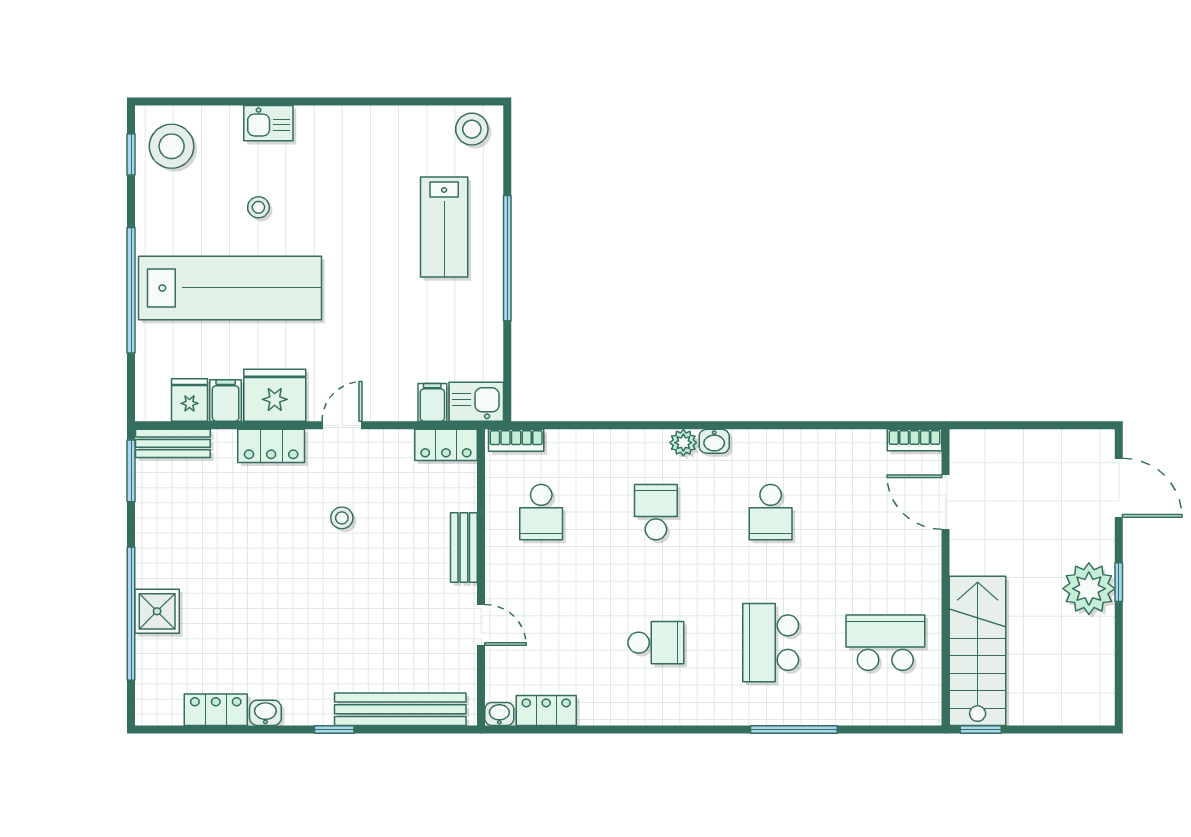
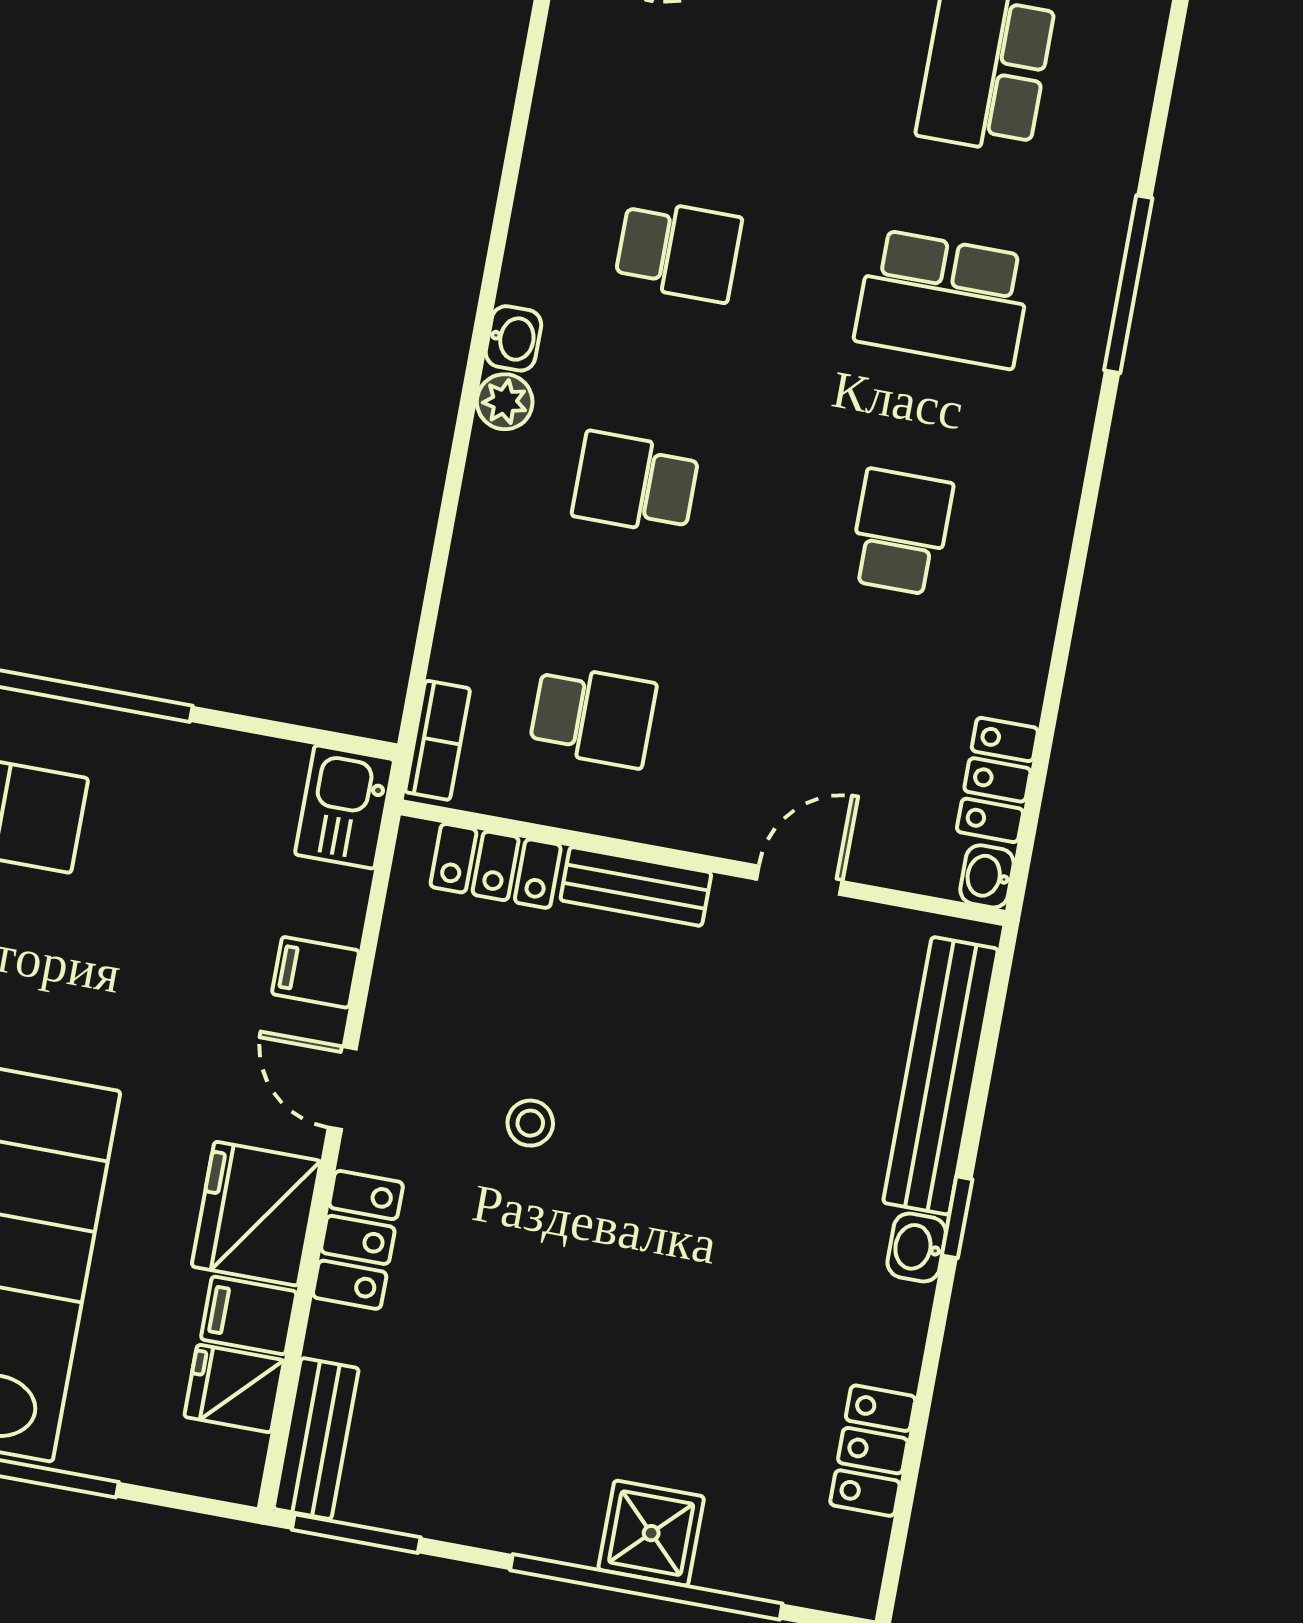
filing cabinet: (432, 402) -> (316, 972), moved
locker: (446, 445) -> (496, 866), moved, turned 90
washbasin: (265, 713) -> (917, 1247), moved

